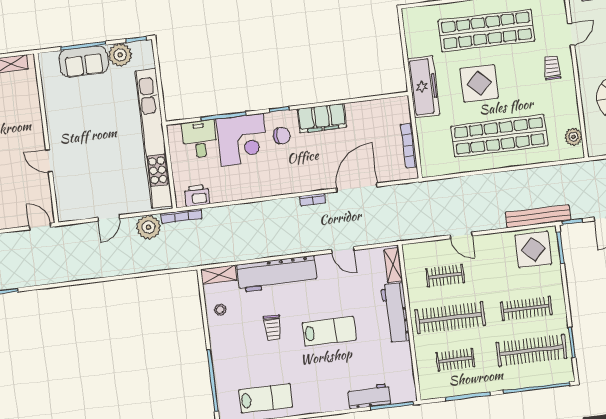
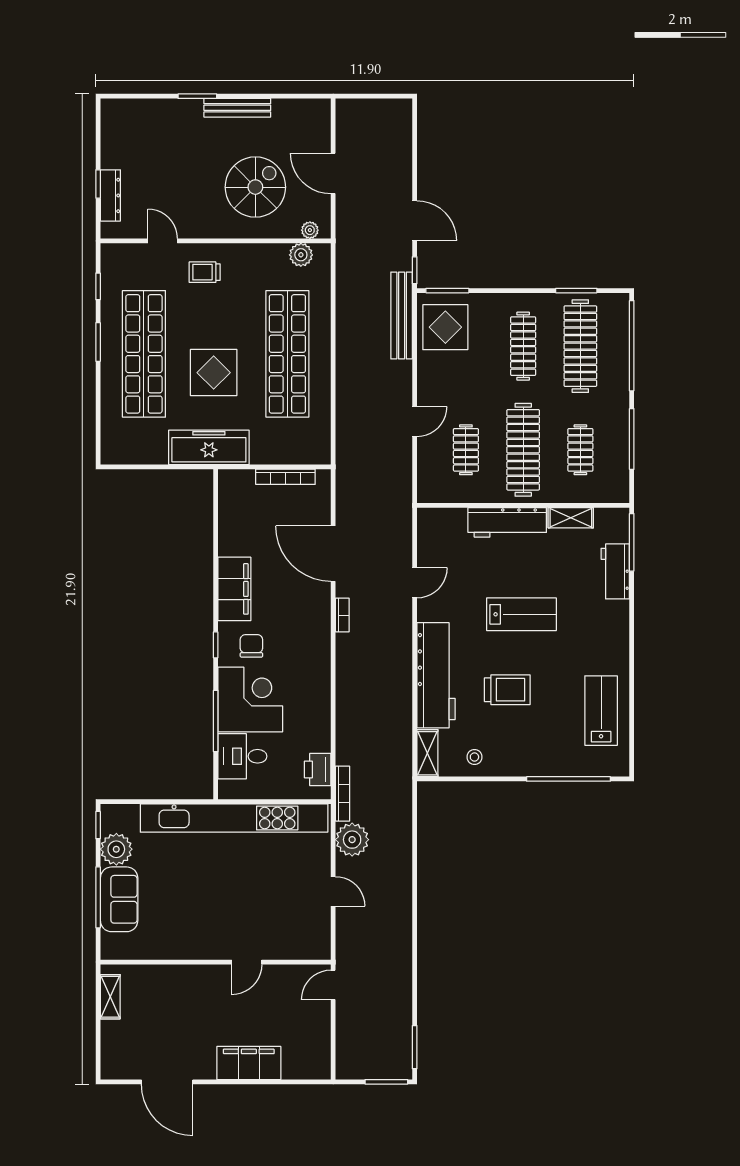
plant: (592, 141) -> (310, 230), added
shelving: (393, 265) -> (571, 518), moved
trolley: (273, 328) -> (507, 690), width x1.36, depth x1.39
lab bench: (329, 331) -> (521, 614), turned 90

